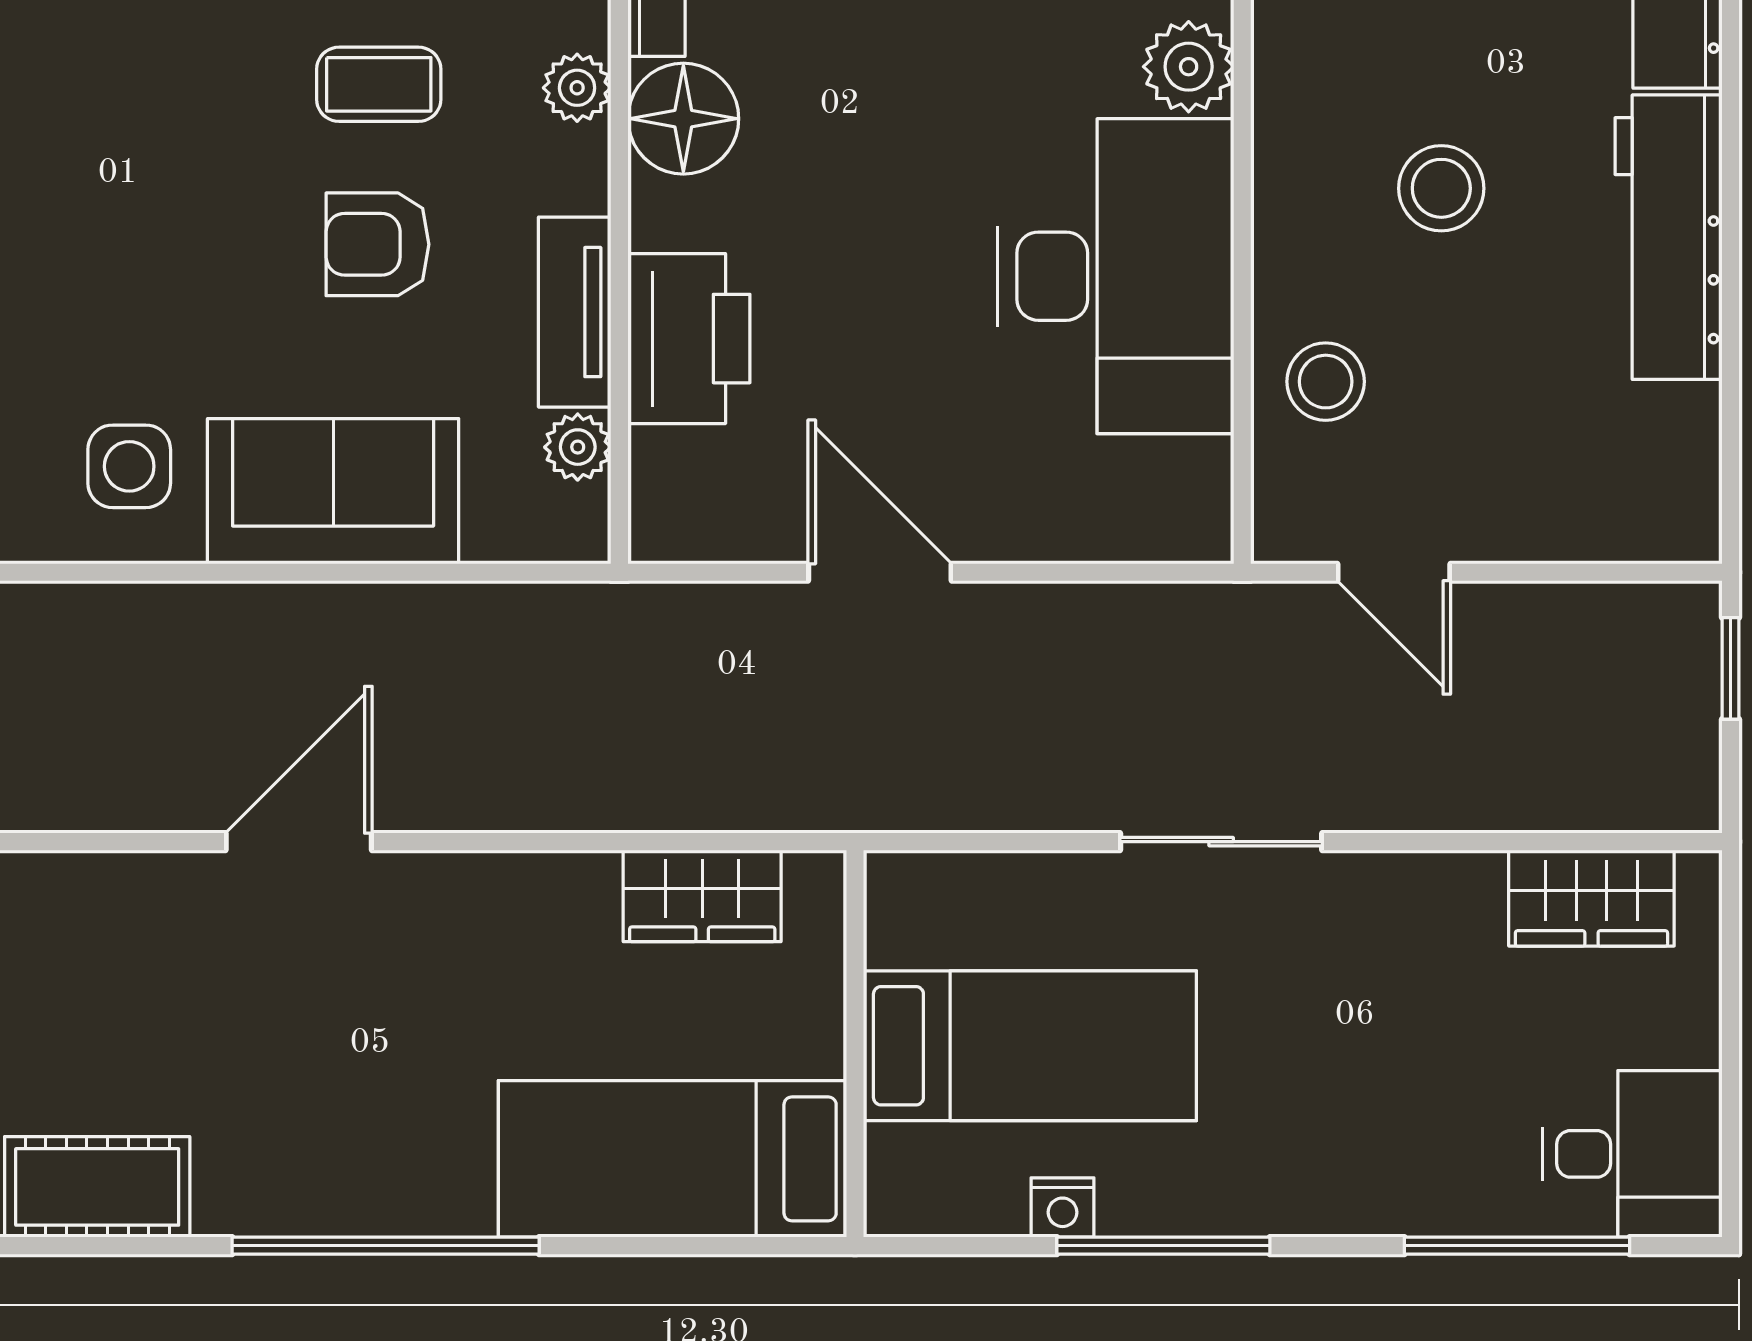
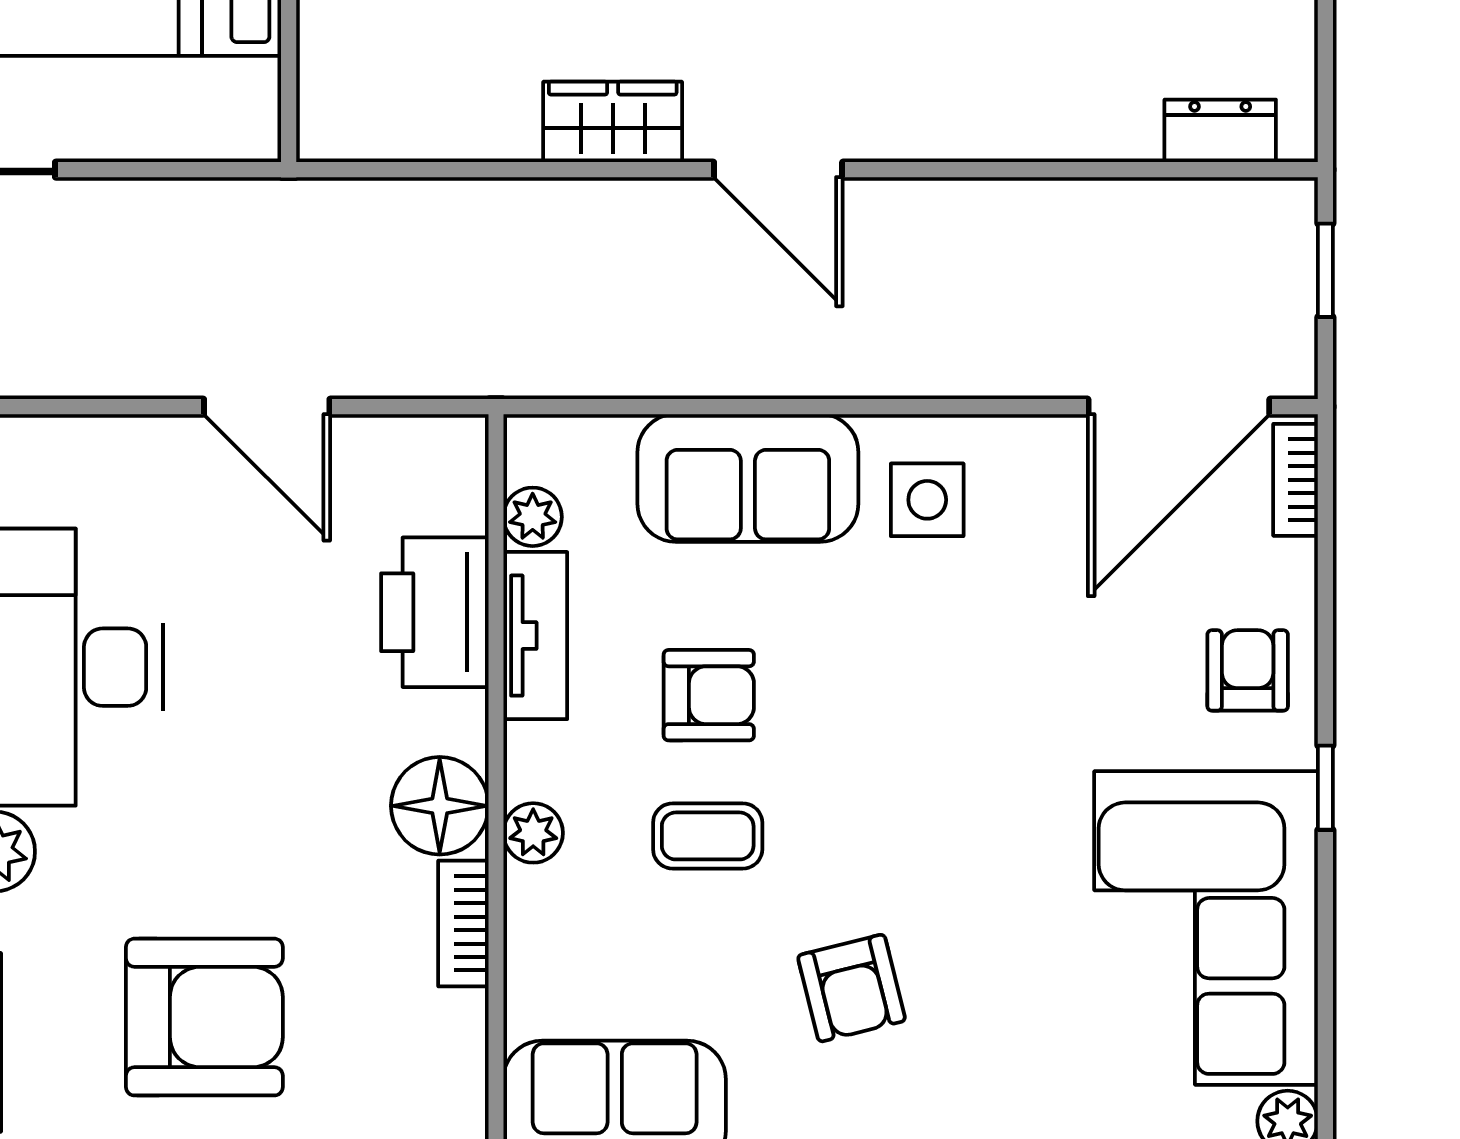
door: (299, 842) -> (778, 170), hinge flipped
wardrobe: (702, 896) -> (613, 122), moved

